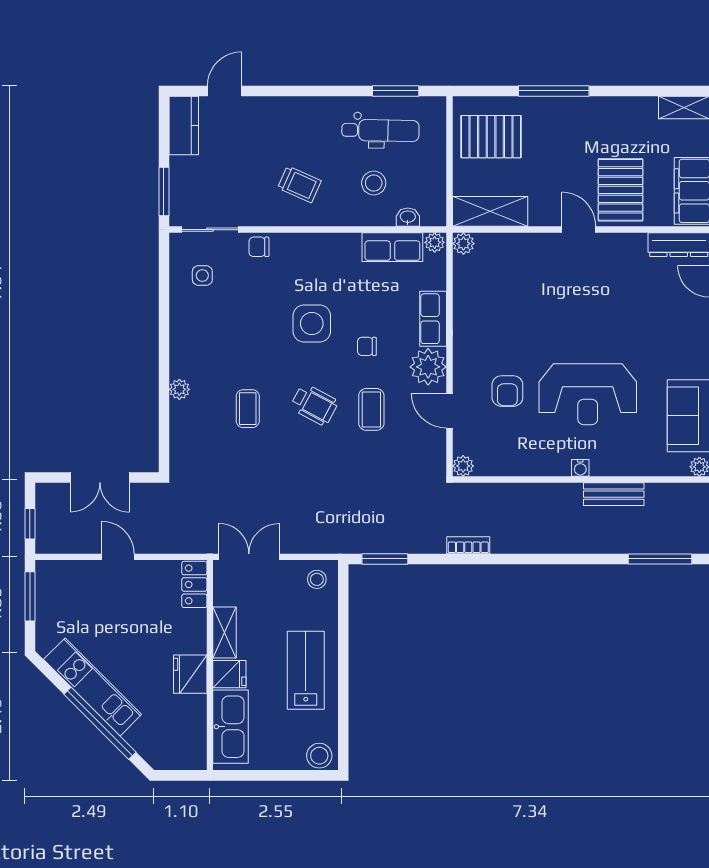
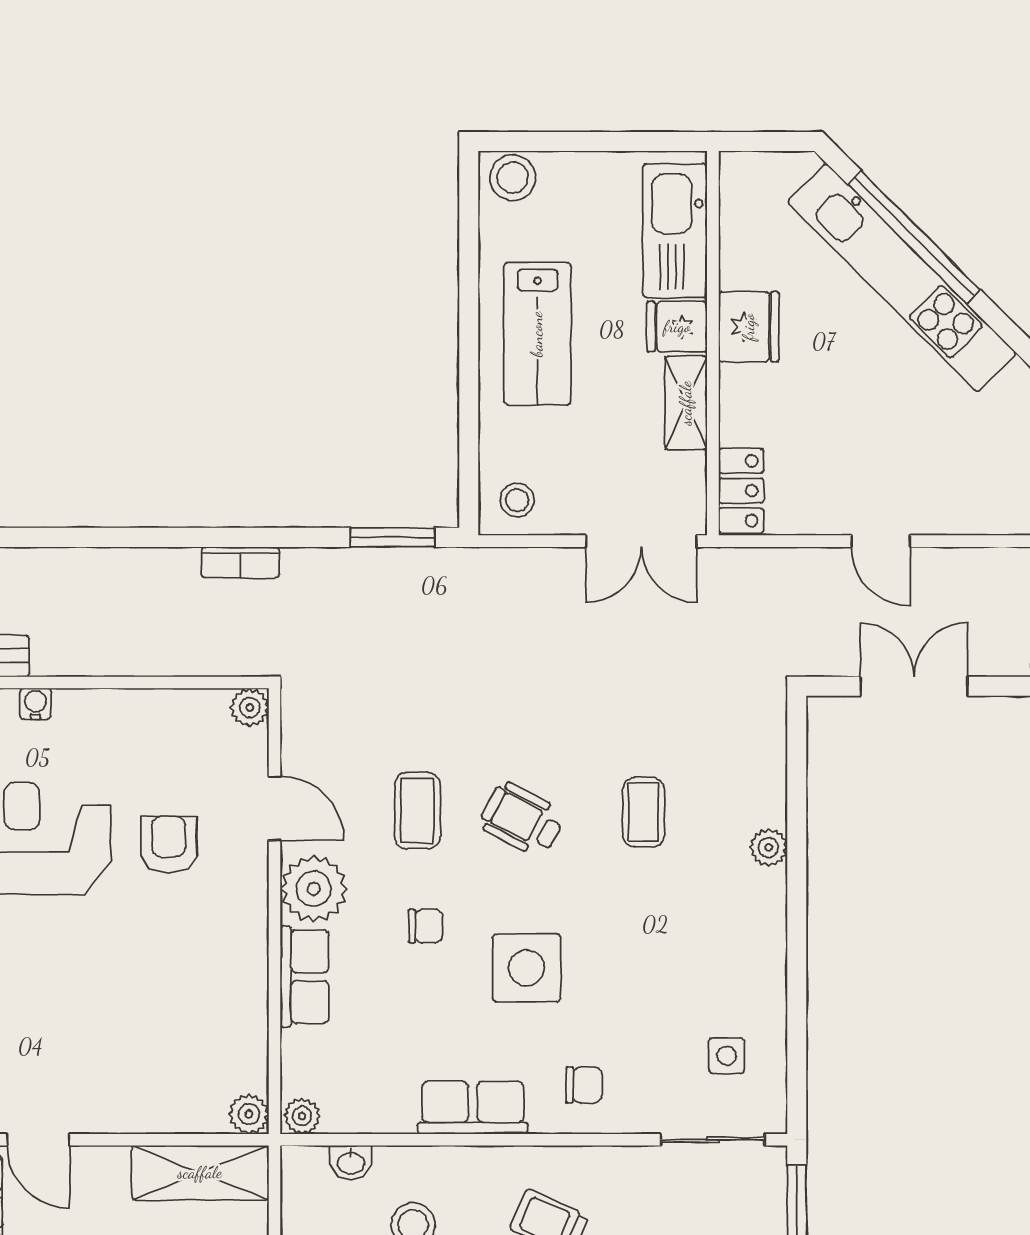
chair: (259, 247) -> (584, 1085), moved
row of seats: (392, 247) -> (473, 1108), moved
kitchen unit: (93, 687) -> (902, 278), width x1.36

